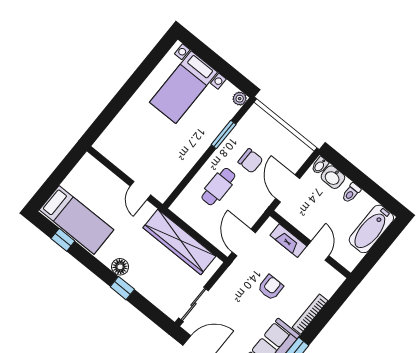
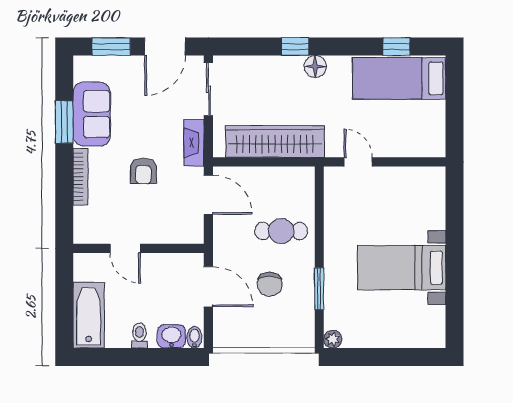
bed with nightstands: (183, 87) -> (402, 268), moved, turned -90
chair: (250, 161) -> (270, 284), turned -90
cafe table: (218, 187) -> (281, 231), turned 90
fireplace: (288, 241) -> (194, 143), moved, turned -90

